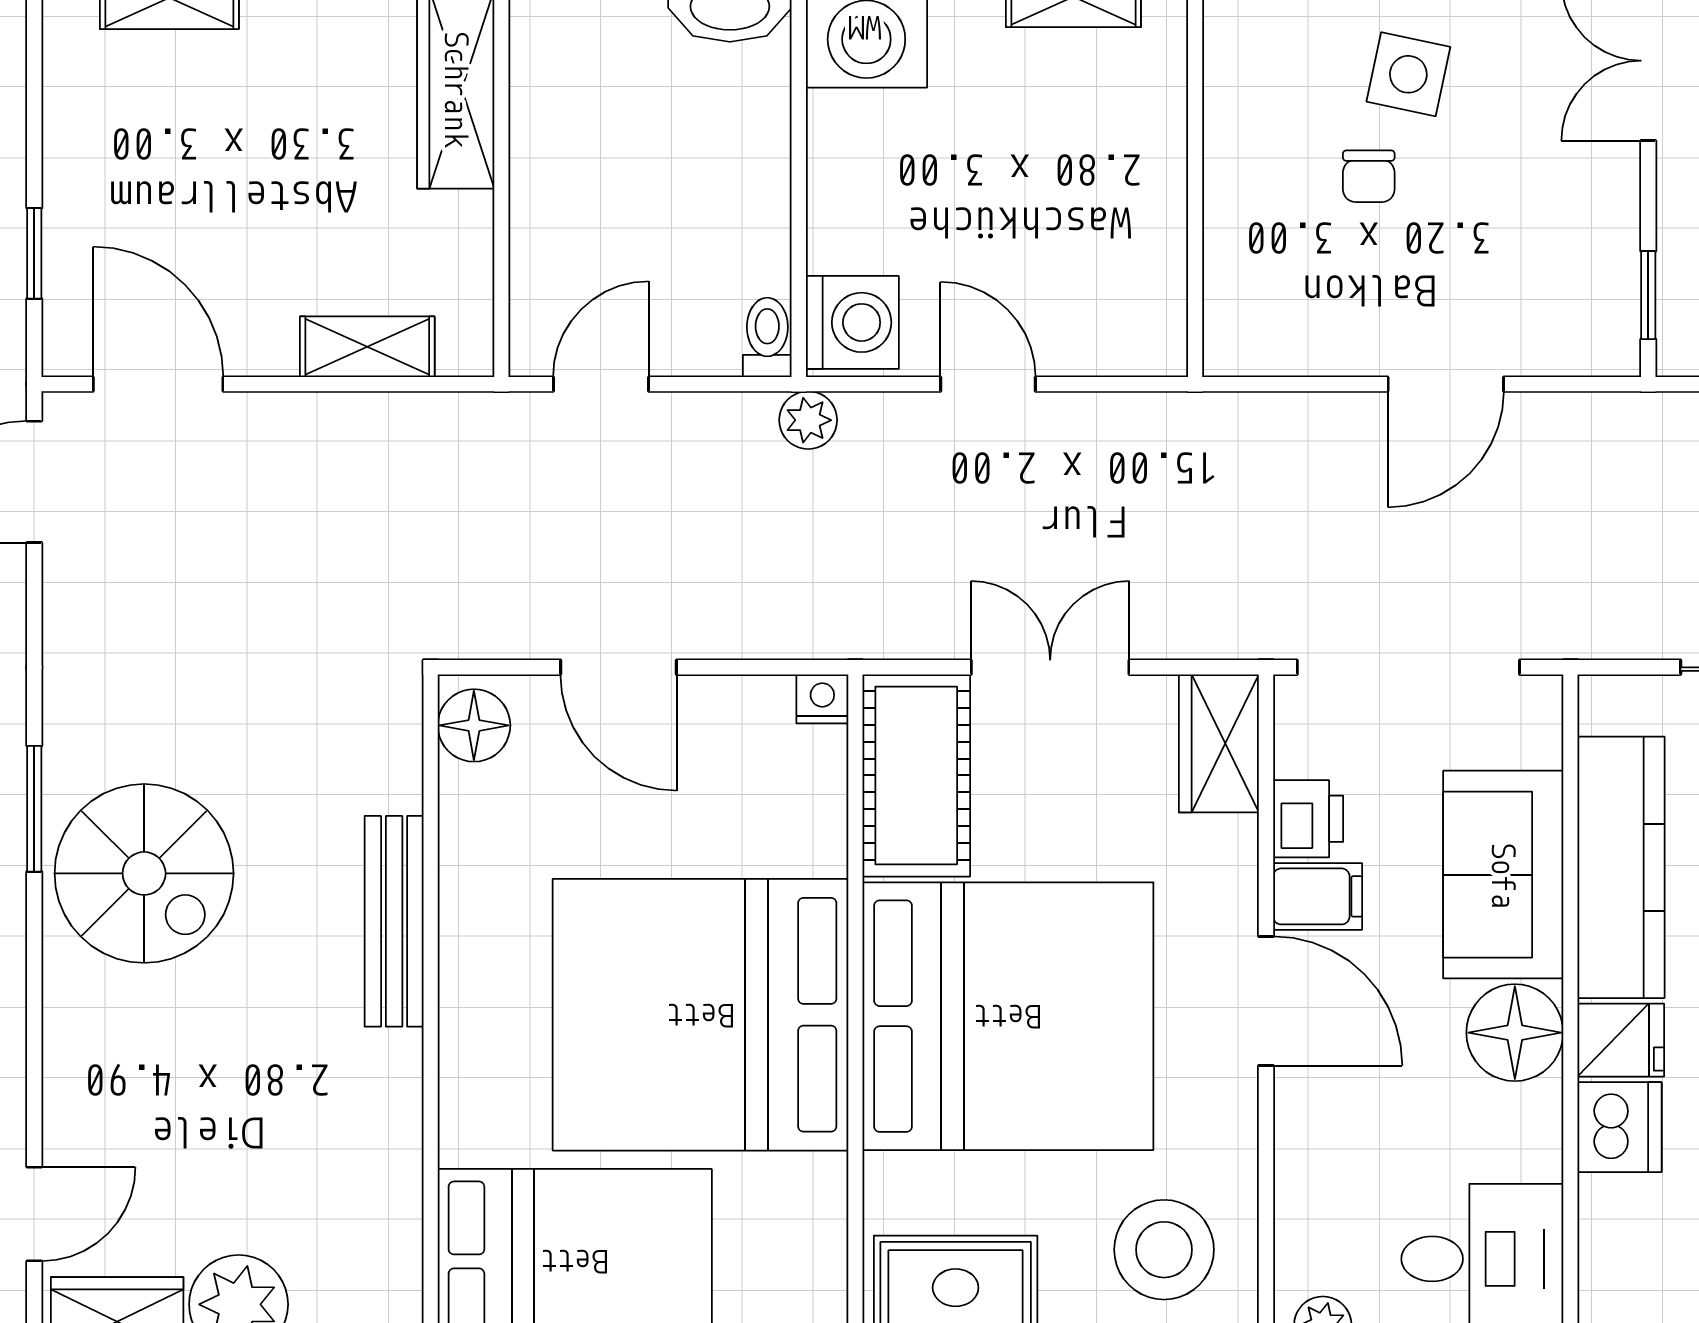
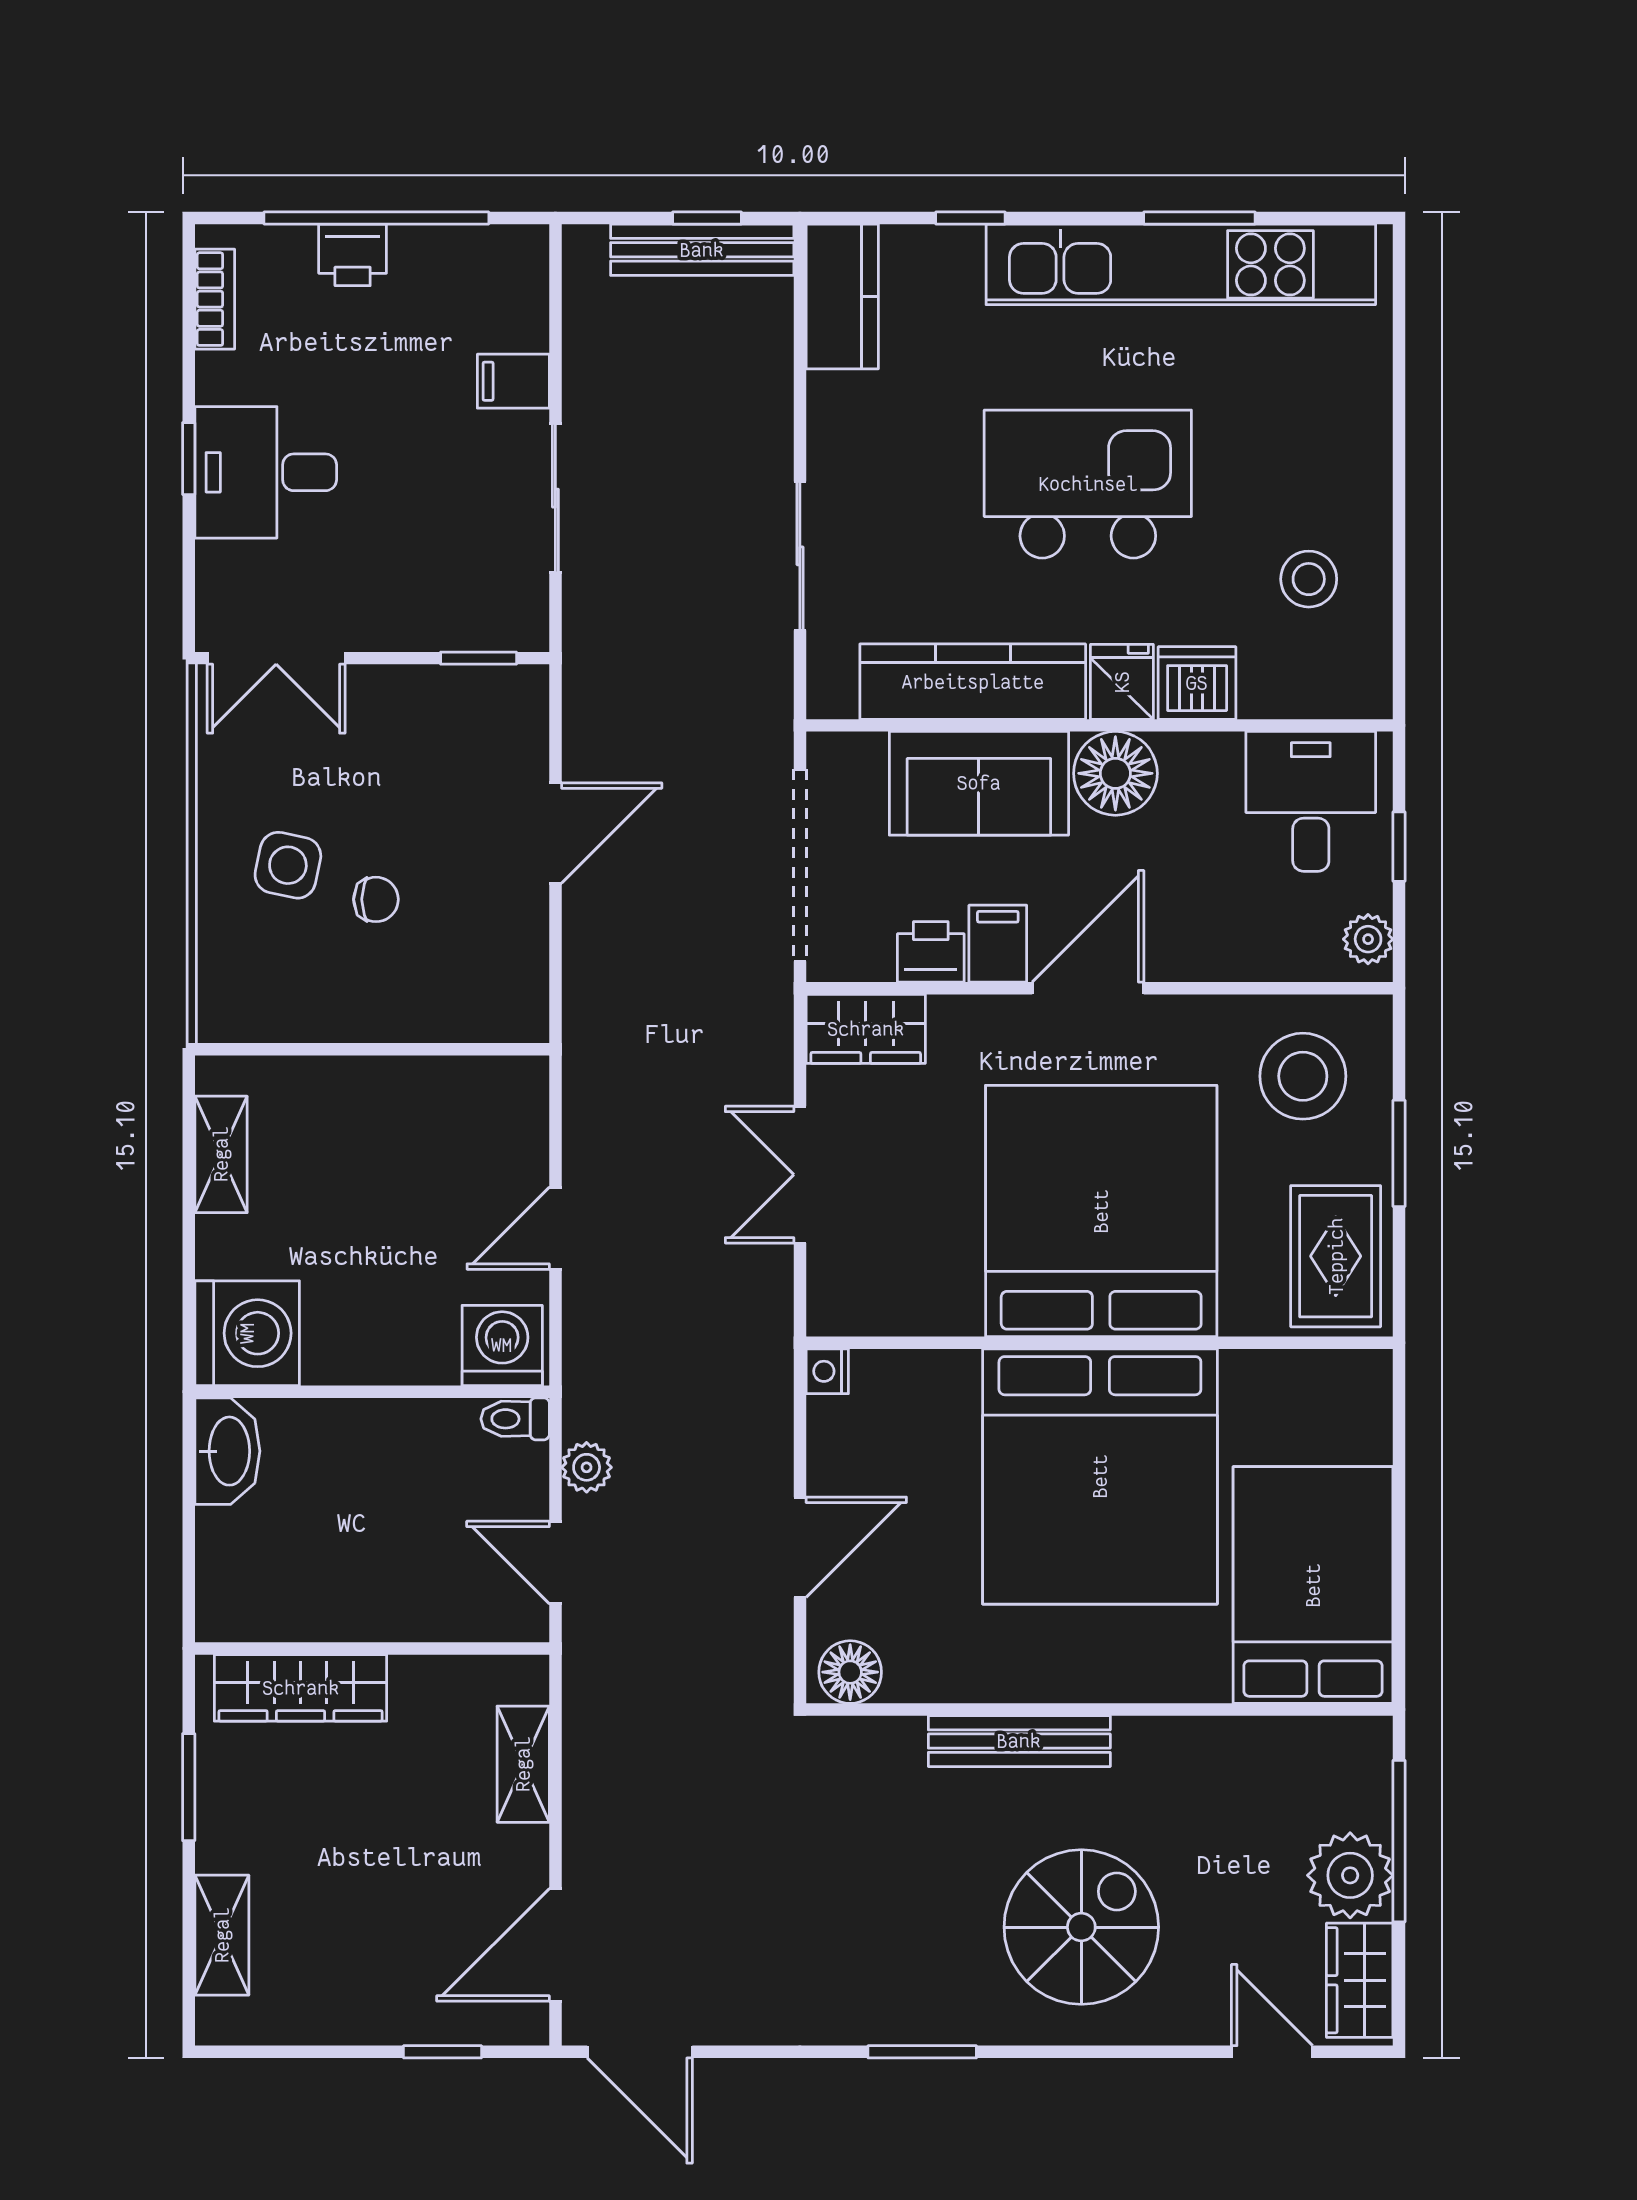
door: (1446, 384) -> (555, 833), hinge flipped
plant: (808, 420) -> (587, 1467), moved
cot: (916, 775) -> (893, 1290), removed
spiral stairs: (144, 873) -> (1081, 1927), moved

